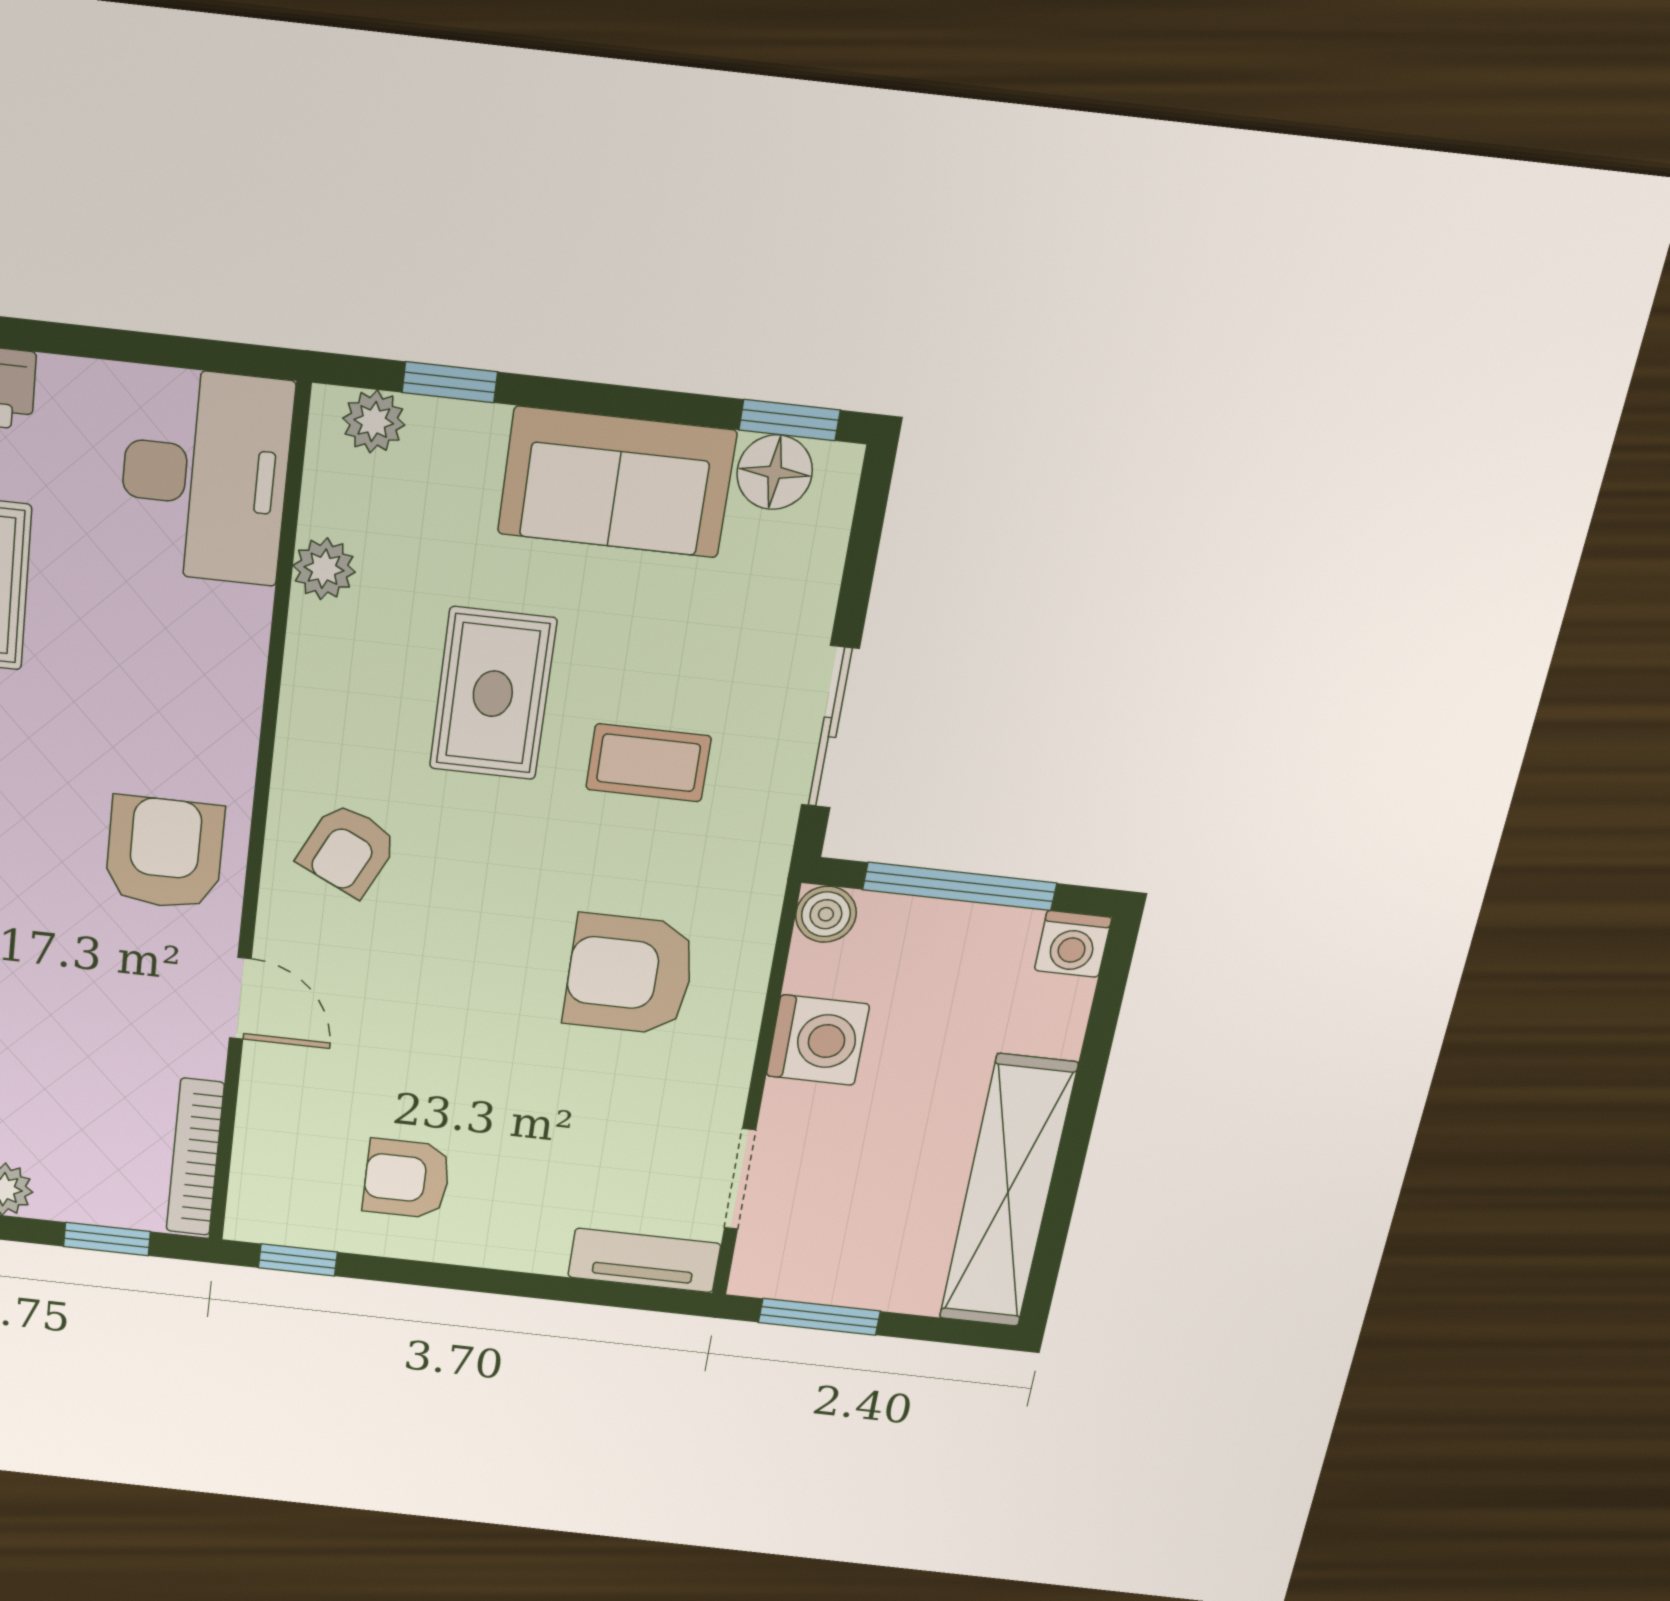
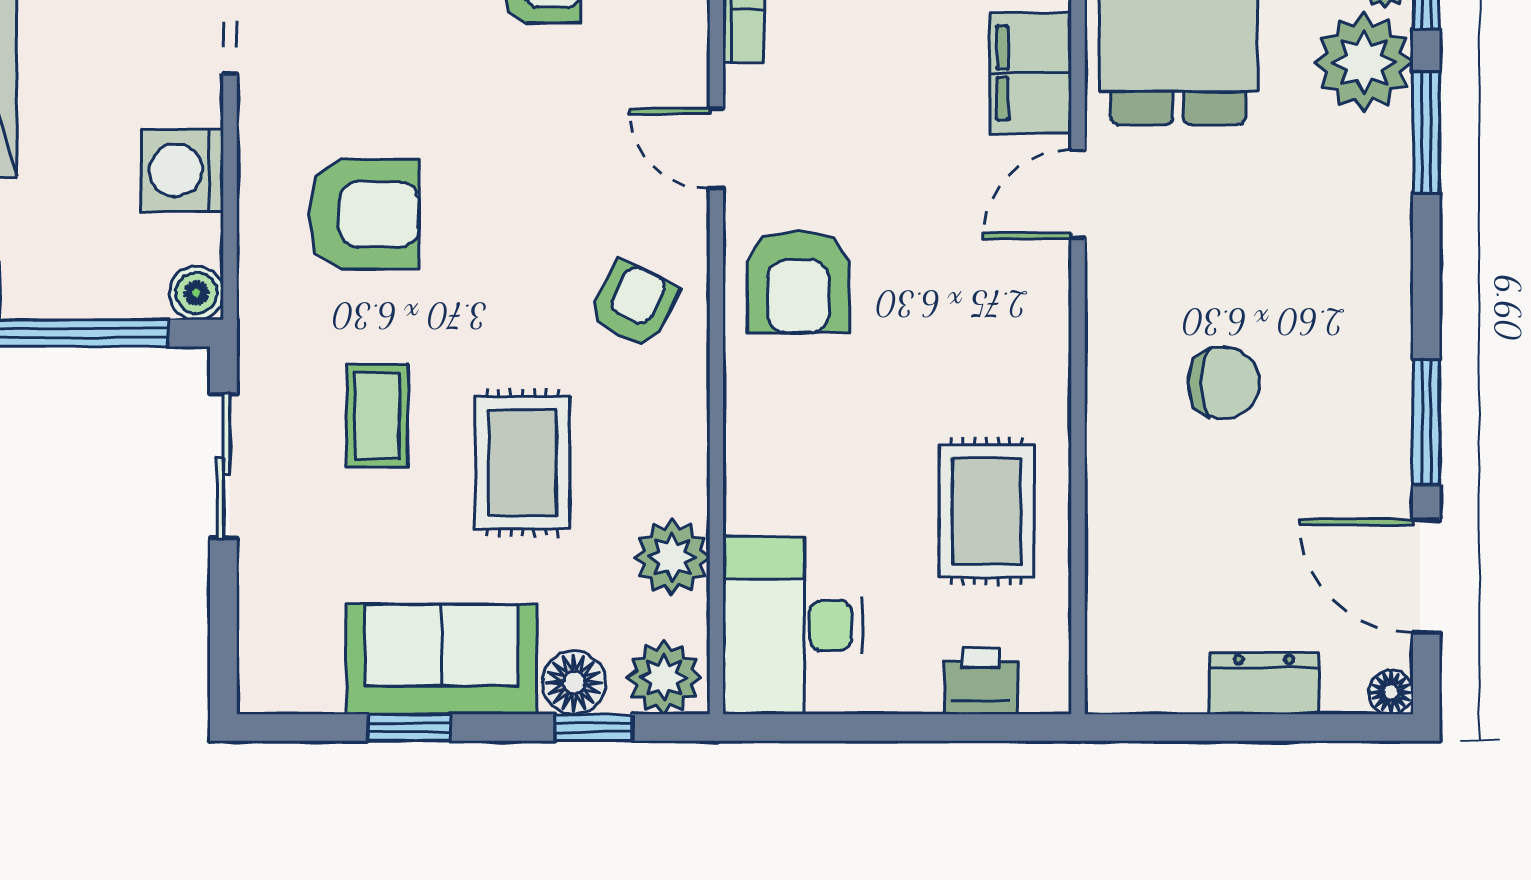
window: (790, 420) -> (409, 728), moved
plant: (374, 422) -> (664, 678), width x1.38, depth x1.38
floor lamp: (775, 472) -> (574, 683), moved
plant: (324, 569) -> (672, 557), width x1.38, depth x1.38
coffee table: (648, 763) -> (377, 416), turned 90

